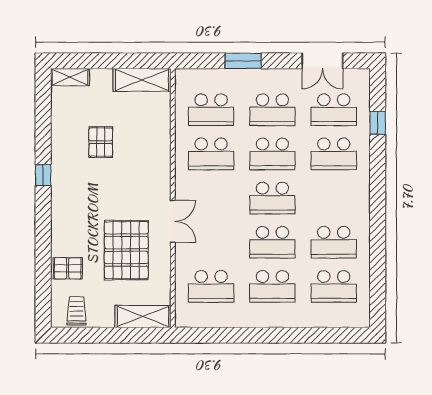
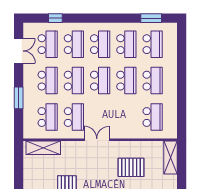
shelving: (142, 80) -> (43, 148), moved, turned 90
school desk: (334, 198) -> (100, 44), added
double door: (173, 221) -> (97, 140), moved
pallet: (126, 250) -> (131, 167), width x0.73, depth x0.71
window: (378, 284) -> (151, 18), added

